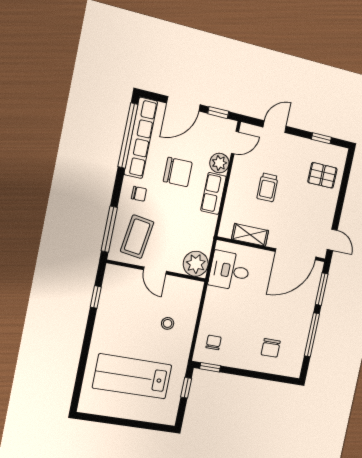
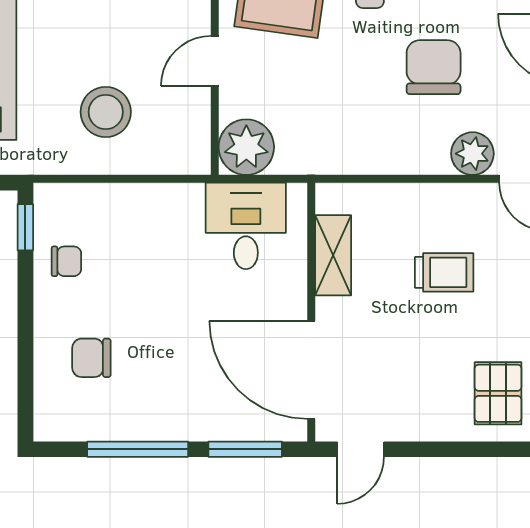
chair: (178, 172) -> (434, 67), turned 180
trolley: (268, 187) -> (444, 272), turned 180
row of seats: (213, 193) -> (405, 154), removed
stool: (168, 323) -> (106, 112), width x1.89, depth x1.89
chair: (214, 342) -> (66, 261), moved

